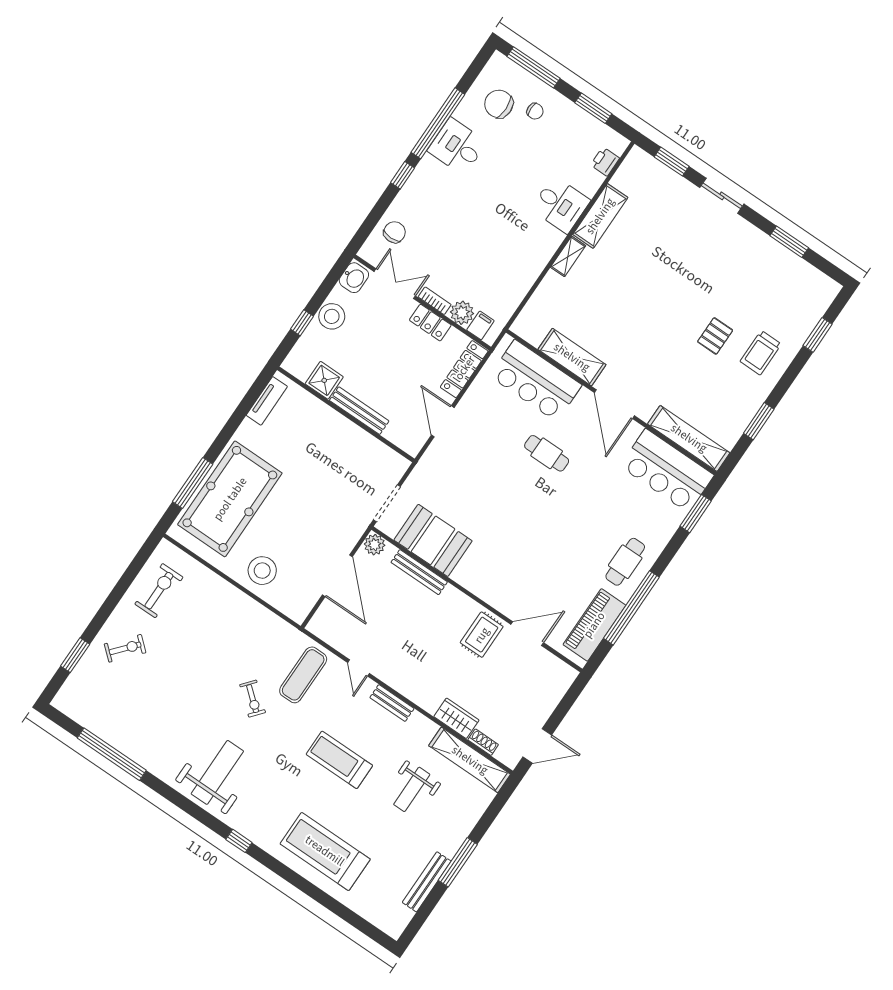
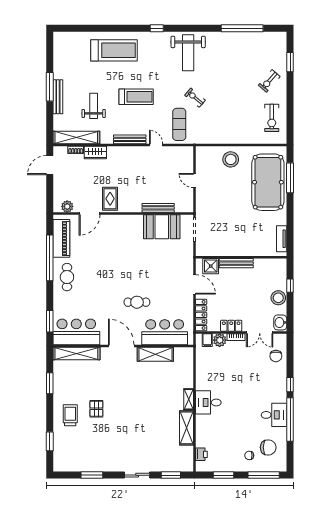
desk: (560, 205) -> (208, 402), moved
shower: (324, 380) -> (211, 266), moved
plant: (375, 545) -> (67, 206), moved
door: (337, 576) -> (195, 181), width x0.53
bench: (392, 703) -> (130, 139), width x1.36
bench: (427, 882) -> (58, 97), moved

